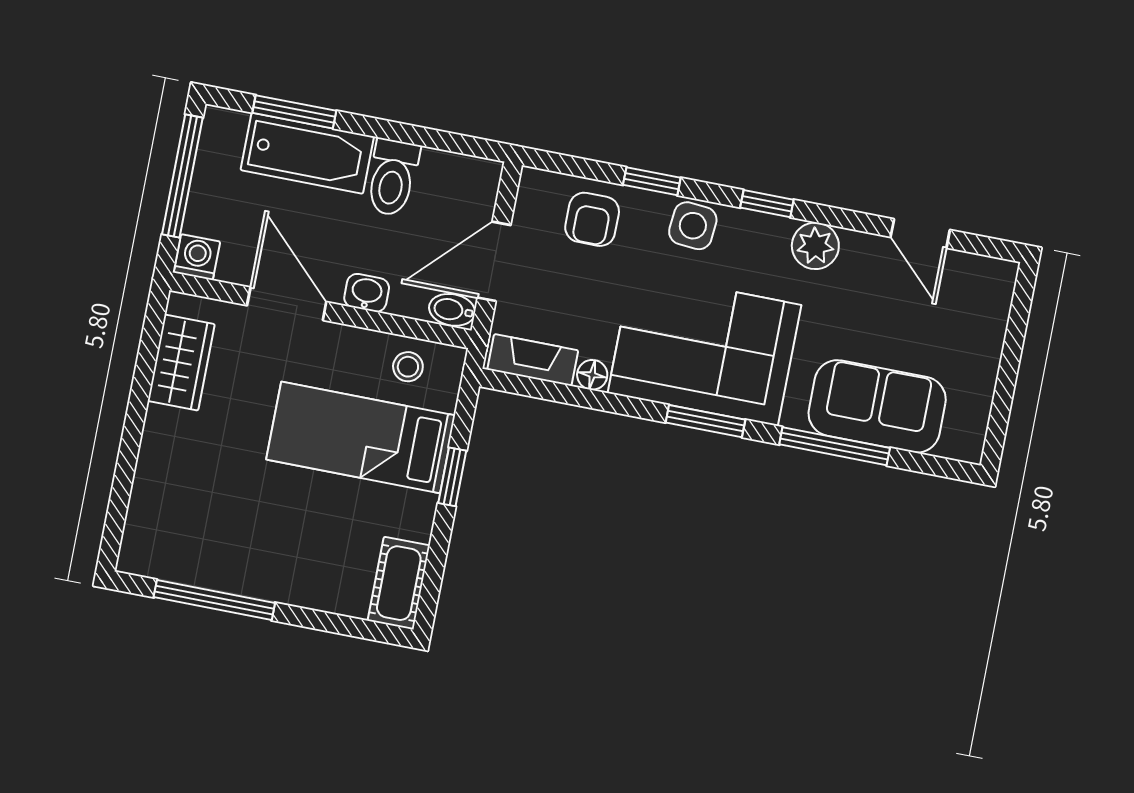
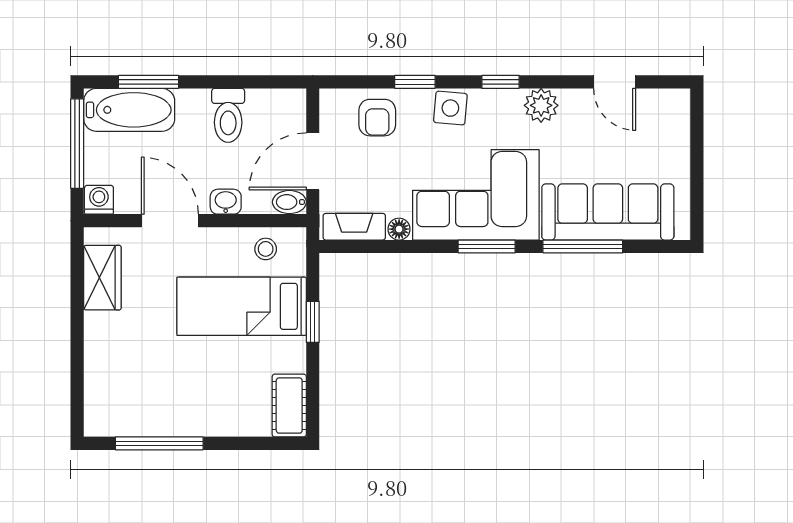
bathtub: (307, 153) -> (129, 110), moved
sofa: (877, 406) -> (608, 212), width x1.36

